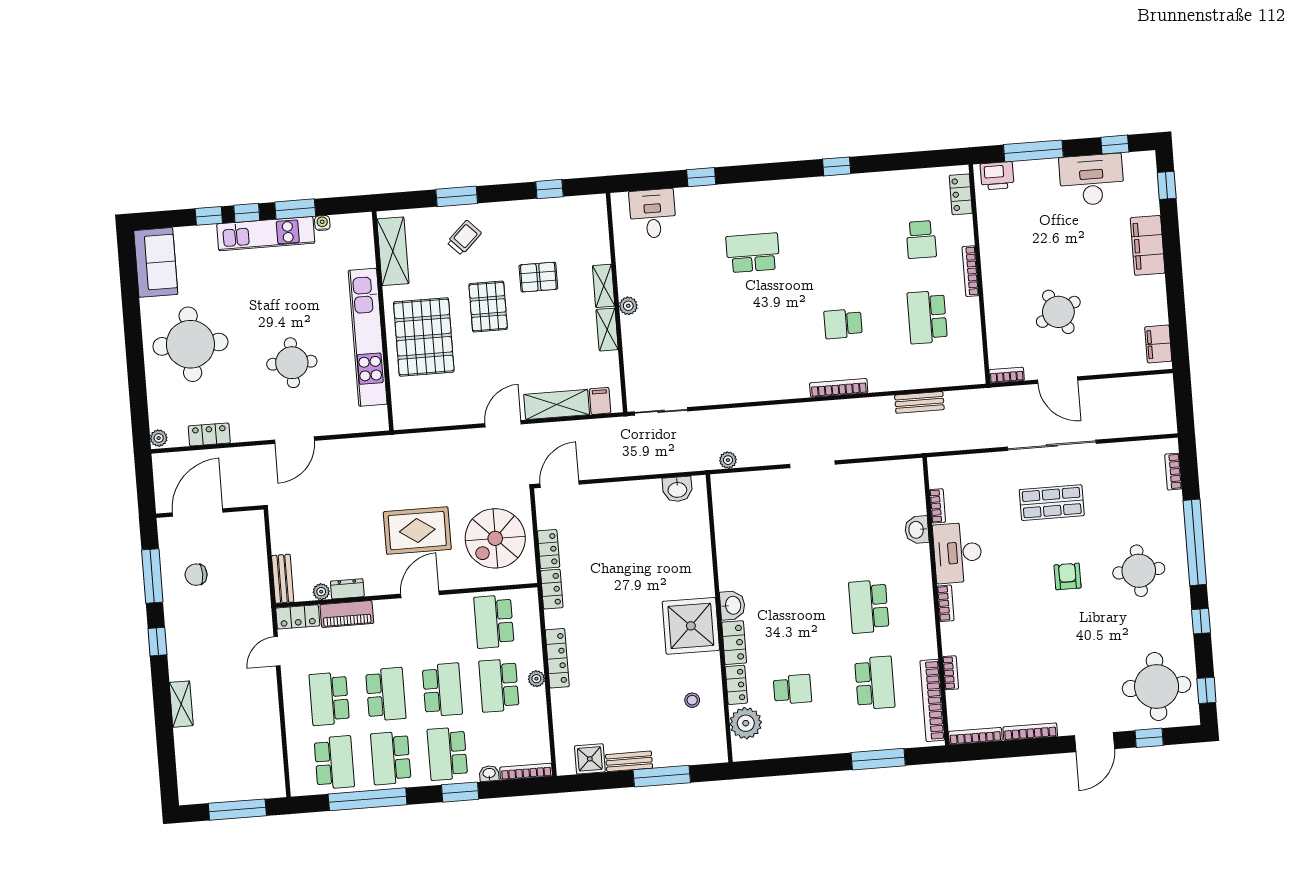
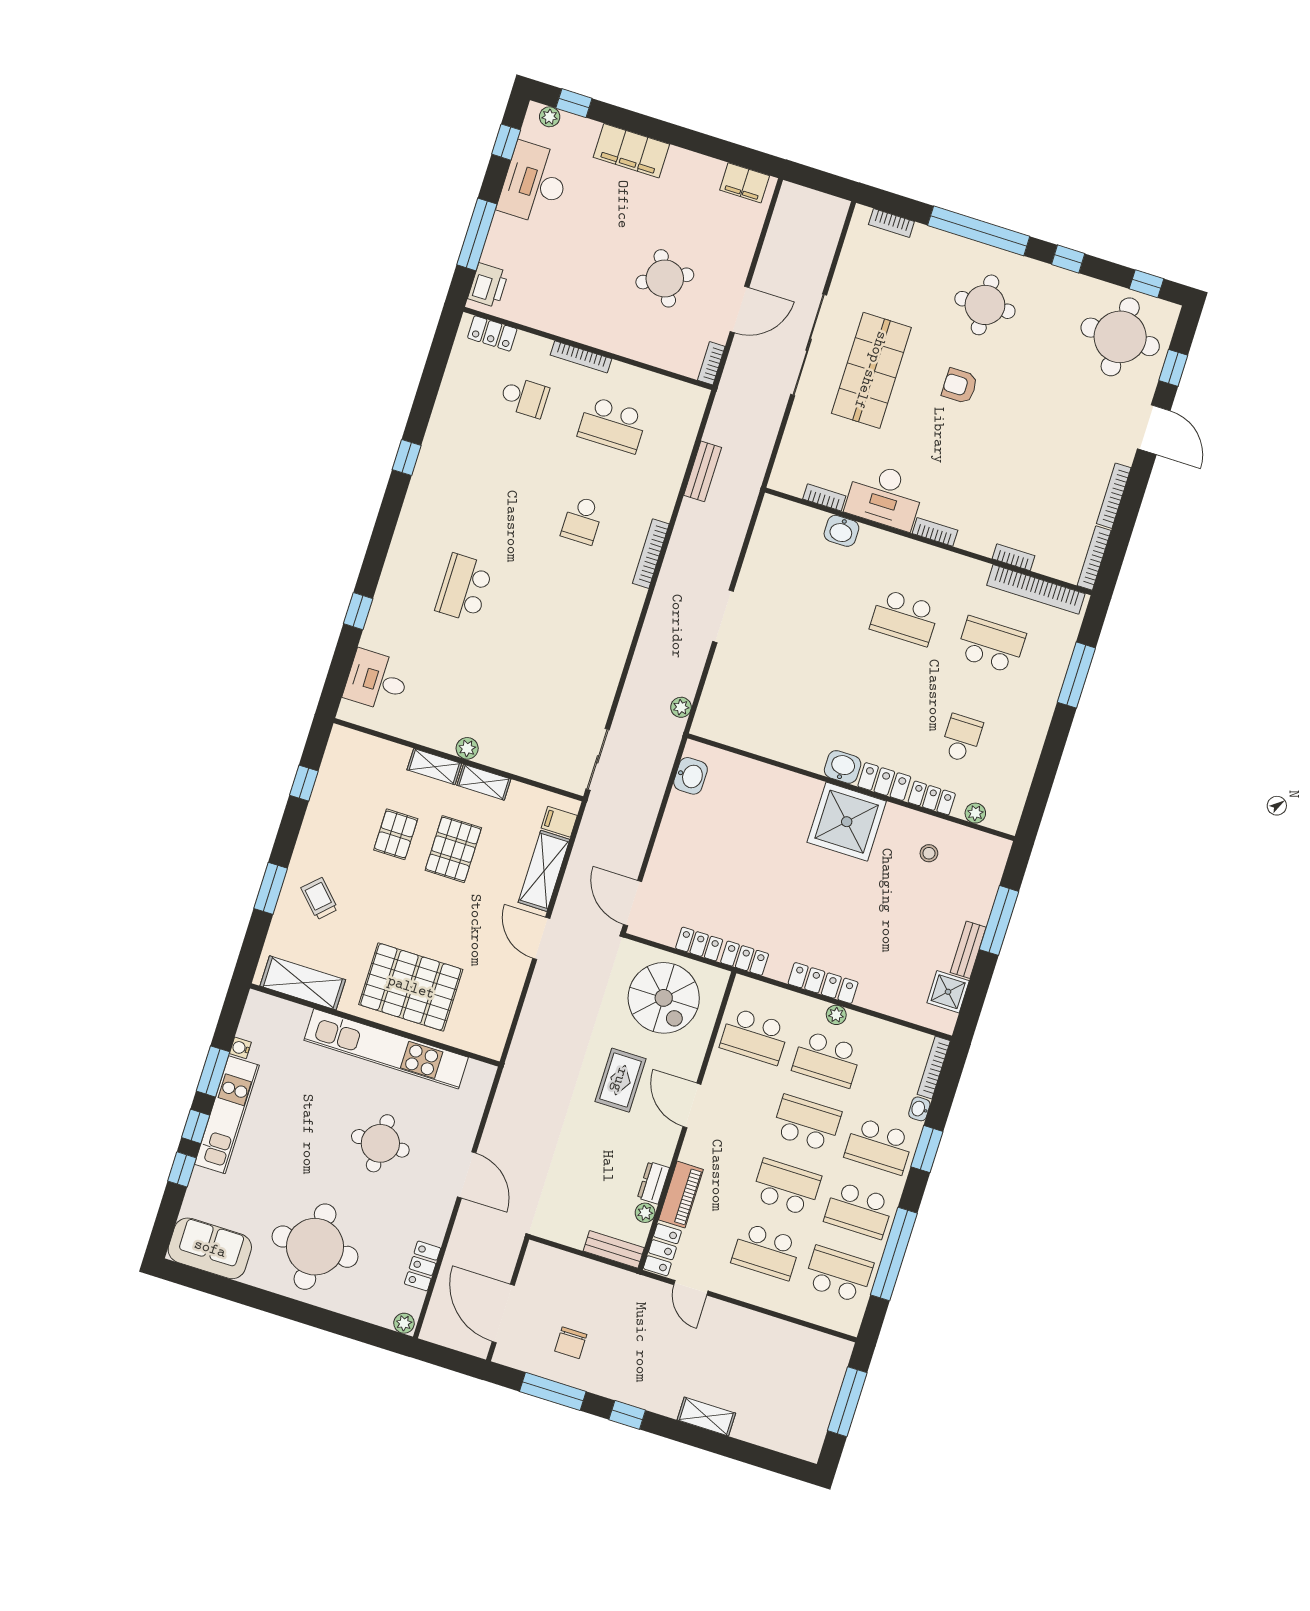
plant: (1148, 171) -> (550, 117), added
pallet: (488, 307) -> (453, 849), moved, turned 90
shop shelf: (1052, 503) -> (871, 370), width x1.43, depth x1.36
rug: (417, 531) -> (620, 1080), width x0.73, depth x0.70
plant: (746, 723) -> (975, 813), width x0.53, depth x0.53

